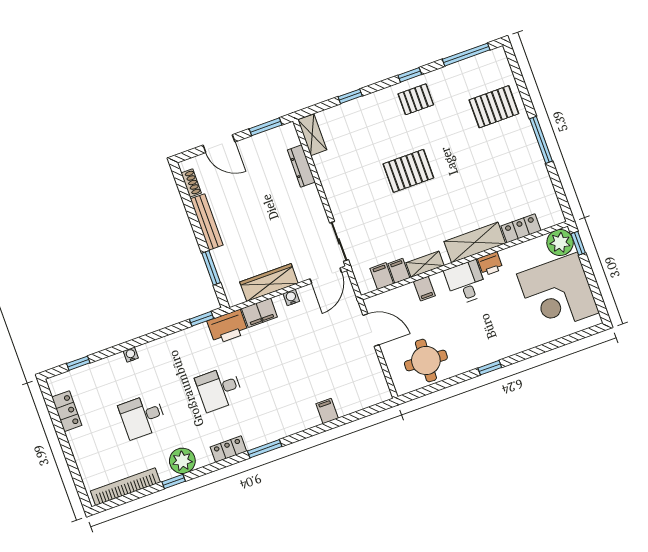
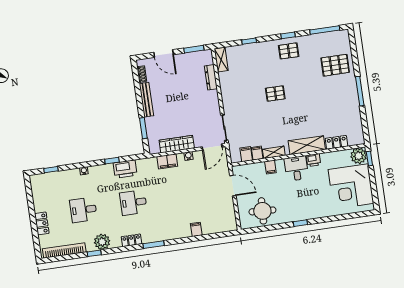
pallet: (408, 171) -> (275, 94), width x0.67, depth x0.71
window: (201, 319) -> (112, 161), moved
printer: (228, 327) -> (125, 169), moved
locker: (67, 411) -> (42, 223), moved

